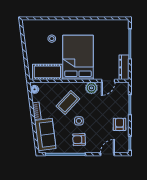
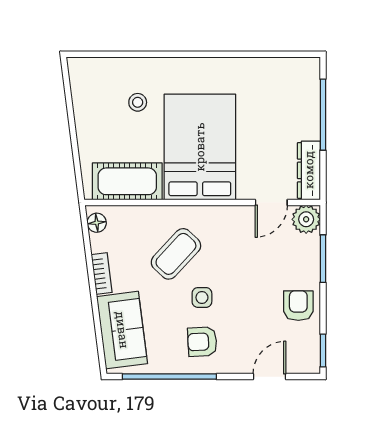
plant: (91, 88) -> (306, 219), moved

